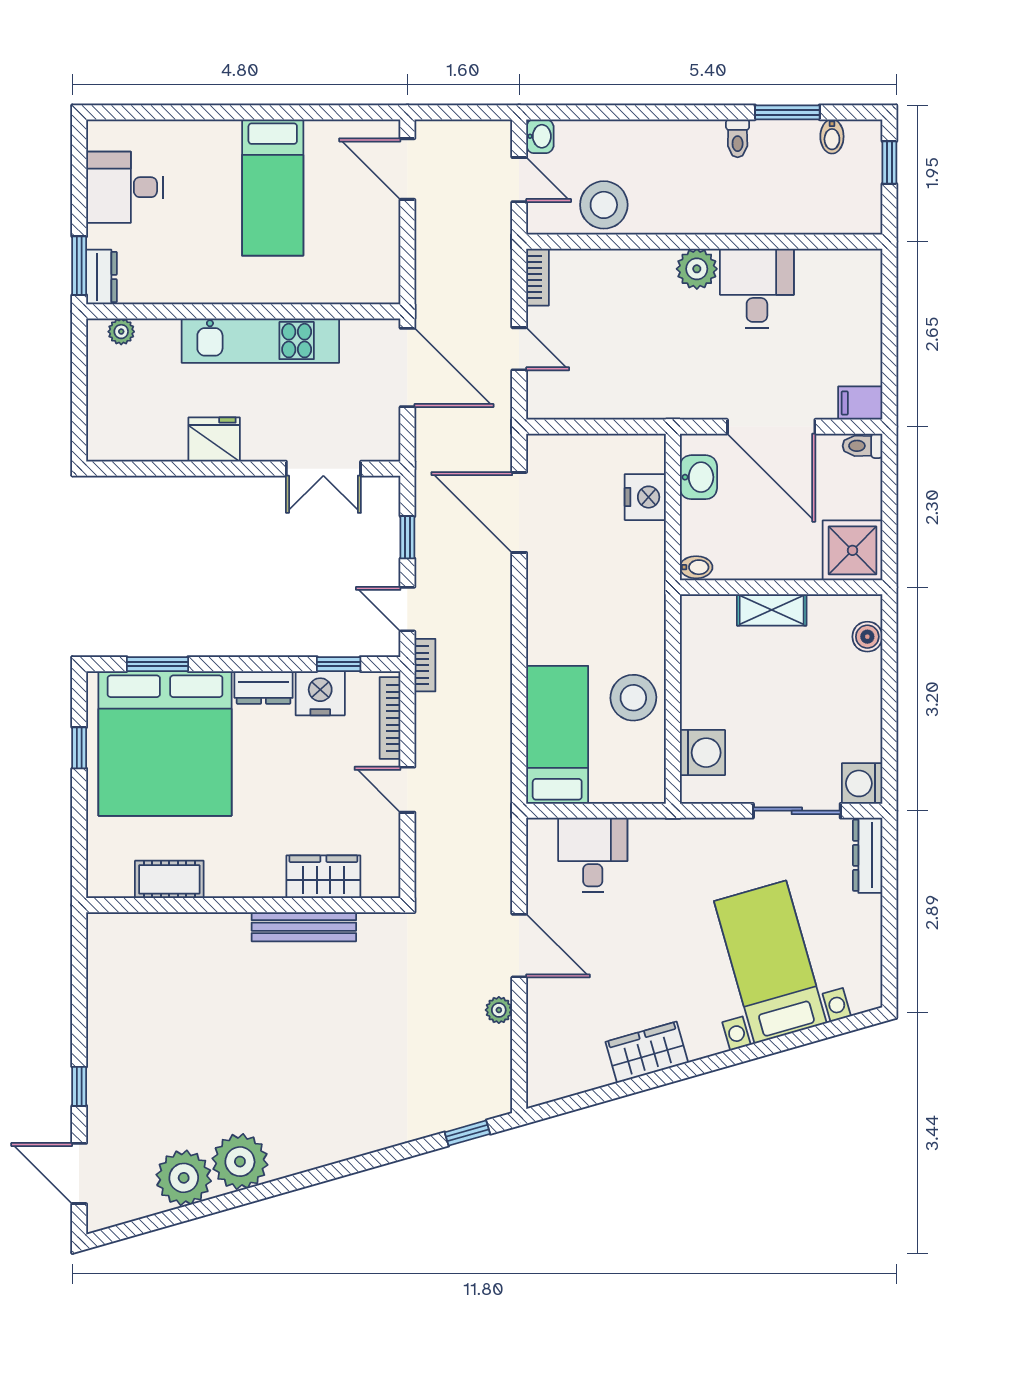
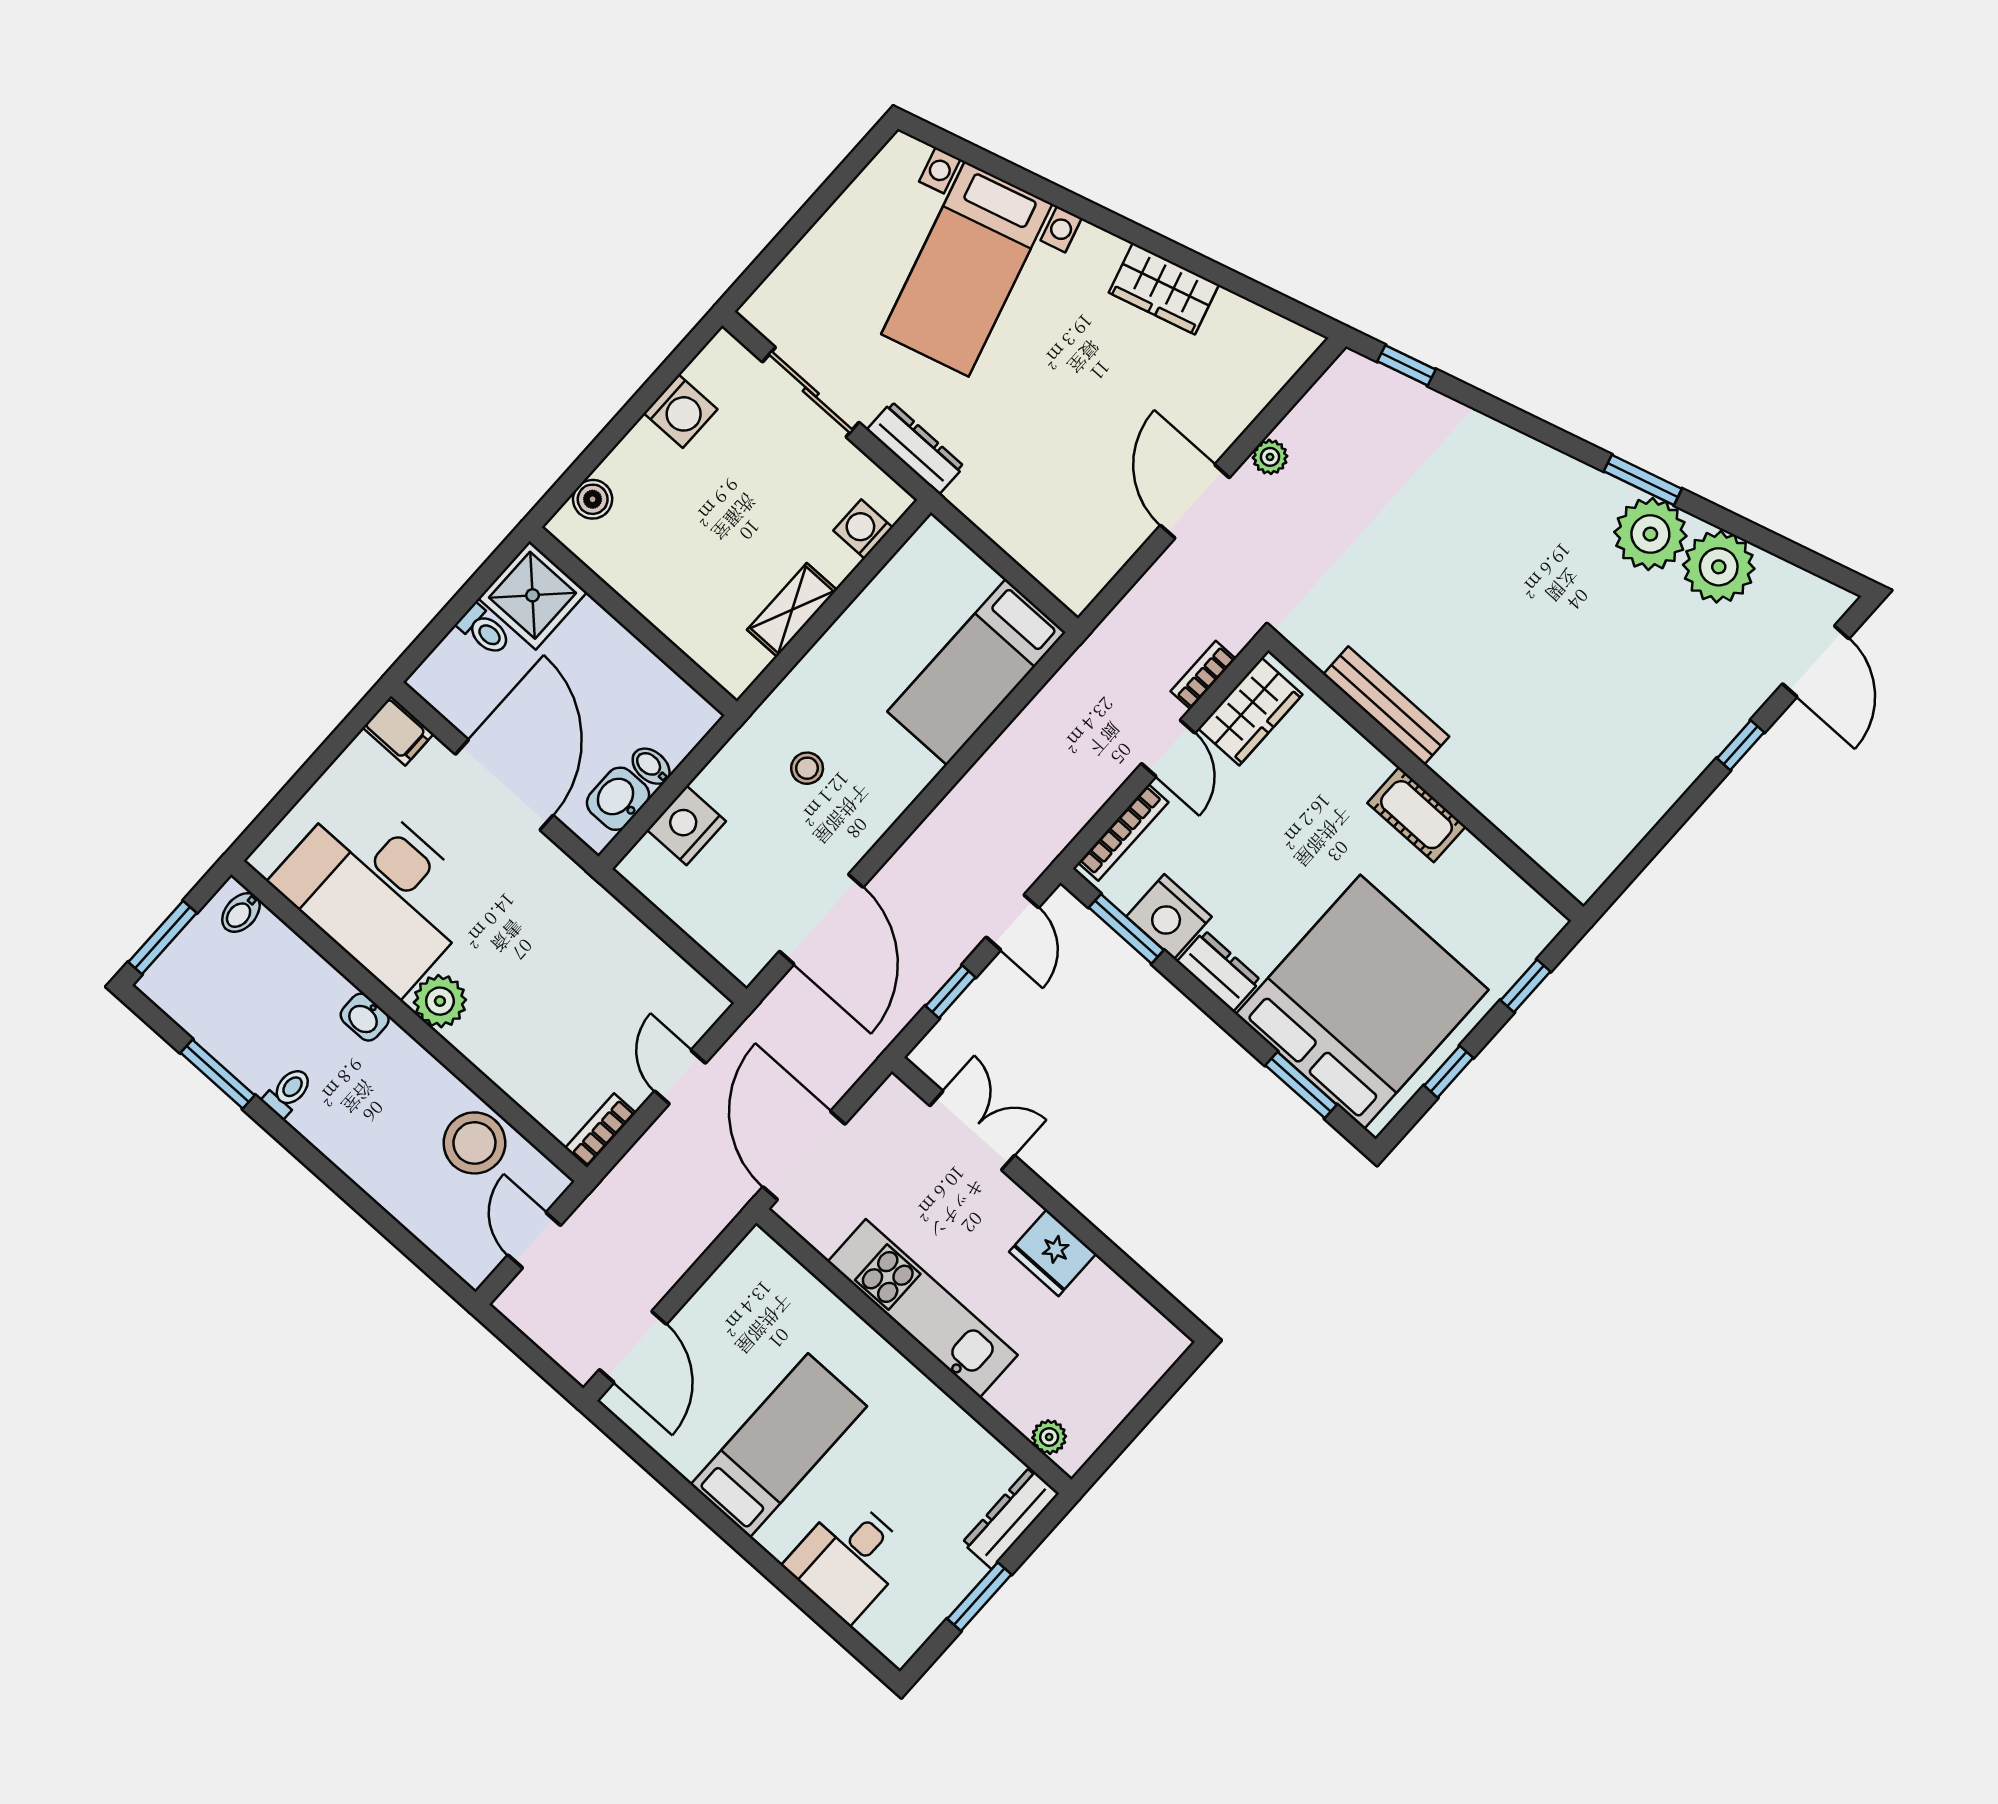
washbasin: (540, 136) -> (365, 1017), moved, turned -90
bidet: (832, 136) -> (241, 912), moved, turned 180
window: (889, 163) -> (163, 938), width x1.50
desk: (125, 187) -> (848, 1559), moved, turned 90
window: (79, 266) -> (979, 1597), moved
dresser: (102, 277) -> (1011, 1518), width x1.44
desk: (757, 288) -> (378, 891), width x1.87, depth x1.30
toilet: (862, 446) -> (484, 630), moved
bidet: (696, 567) -> (651, 766), moved
shelving: (772, 610) -> (792, 610), moved, turned 90
window: (339, 664) -> (1126, 929), width x1.50
bookcase: (425, 665) -> (1203, 675), moved
stool: (633, 698) -> (807, 768), moved, width x0.53, depth x0.53
washing machine: (702, 753) -> (863, 529), width x0.73, depth x0.73
washing machine: (862, 783) -> (681, 411), moved
window: (79, 837) -> (1525, 986), added
desk: (593, 855) -> (1046, 525), removed
dresser: (868, 855) -> (915, 448), moved, turned -90
wardrobe: (323, 877) -> (1250, 711), moved, turned -90
cot: (169, 879) -> (1416, 815), moved
window: (272, 1189) -> (1643, 480), added

